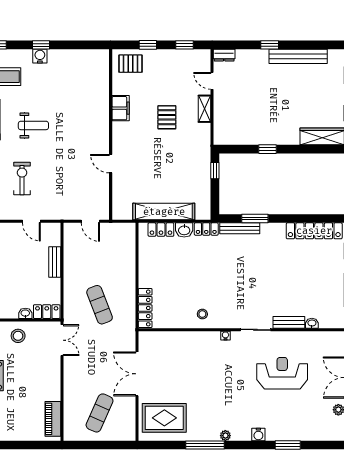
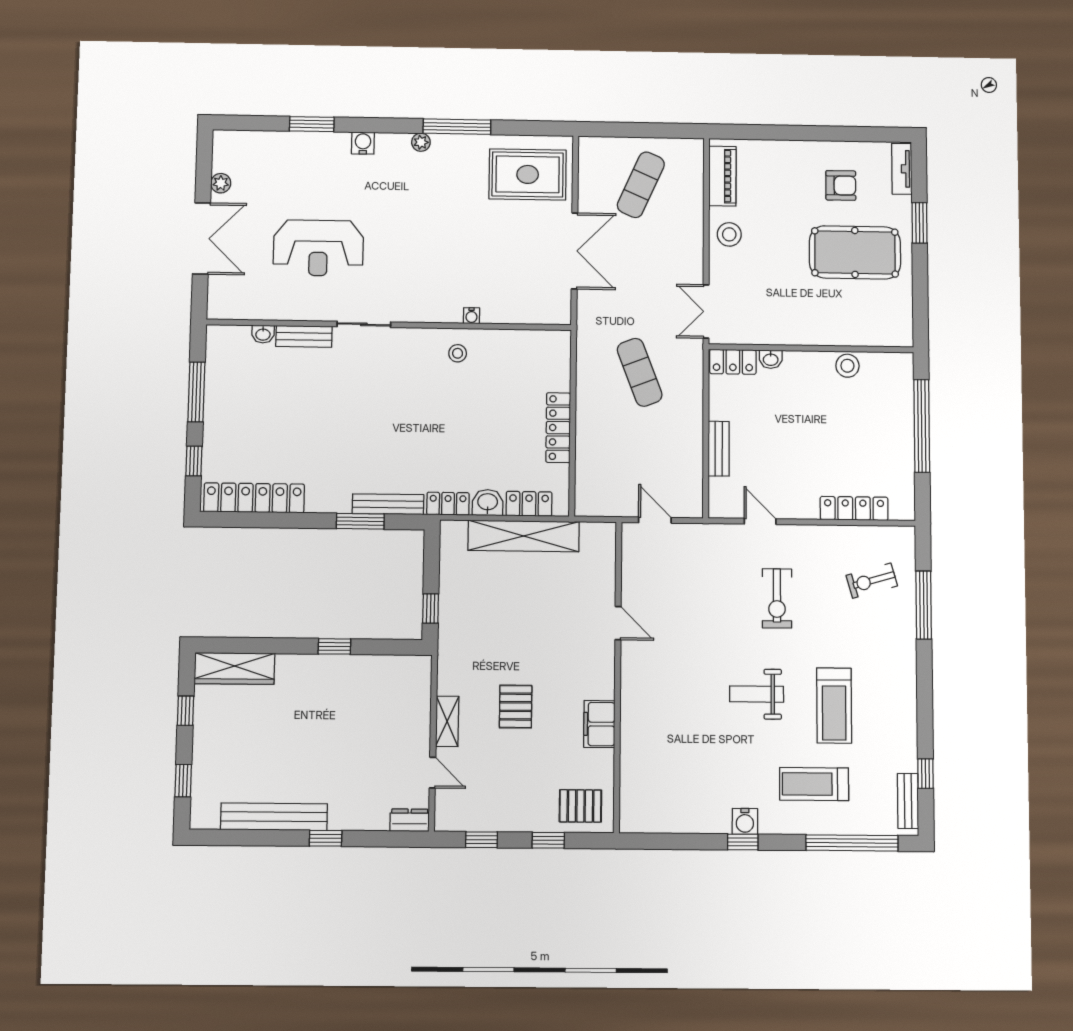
locker: (145, 308) -> (558, 428), moved
stool: (18, 336) -> (729, 234), moved
water cooler: (225, 336) -> (471, 316), moved

